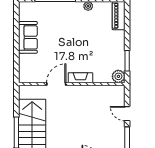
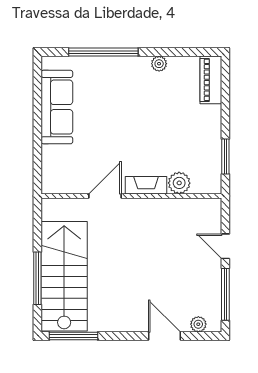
sofa: (28, 37) -> (57, 107), width x1.36
plant: (118, 76) -> (179, 183), moved

